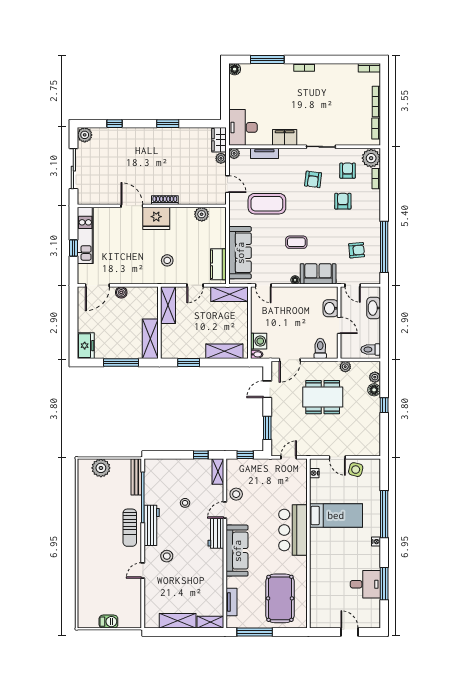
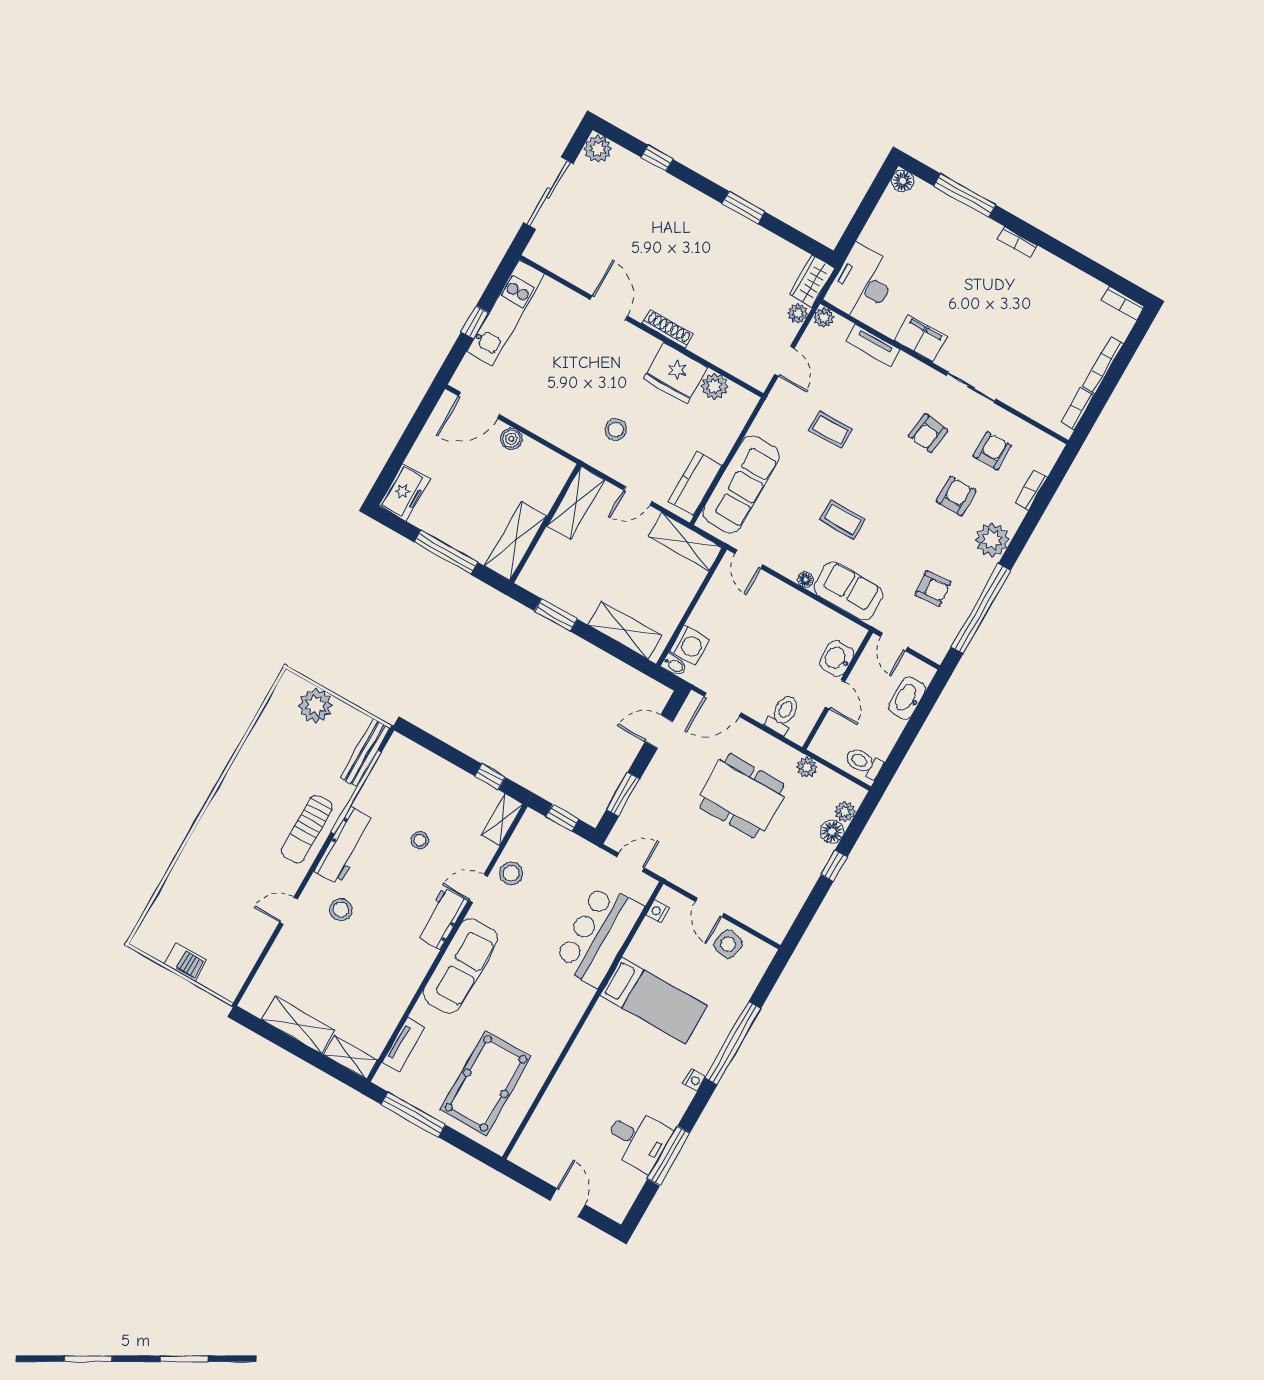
plant: (371, 158) -> (992, 540), moved
coffee table: (267, 204) -> (830, 430), width x0.54, depth x0.58
fridge: (156, 218) -> (676, 373), moved
bar counter: (293, 530) -> (598, 935), moved

